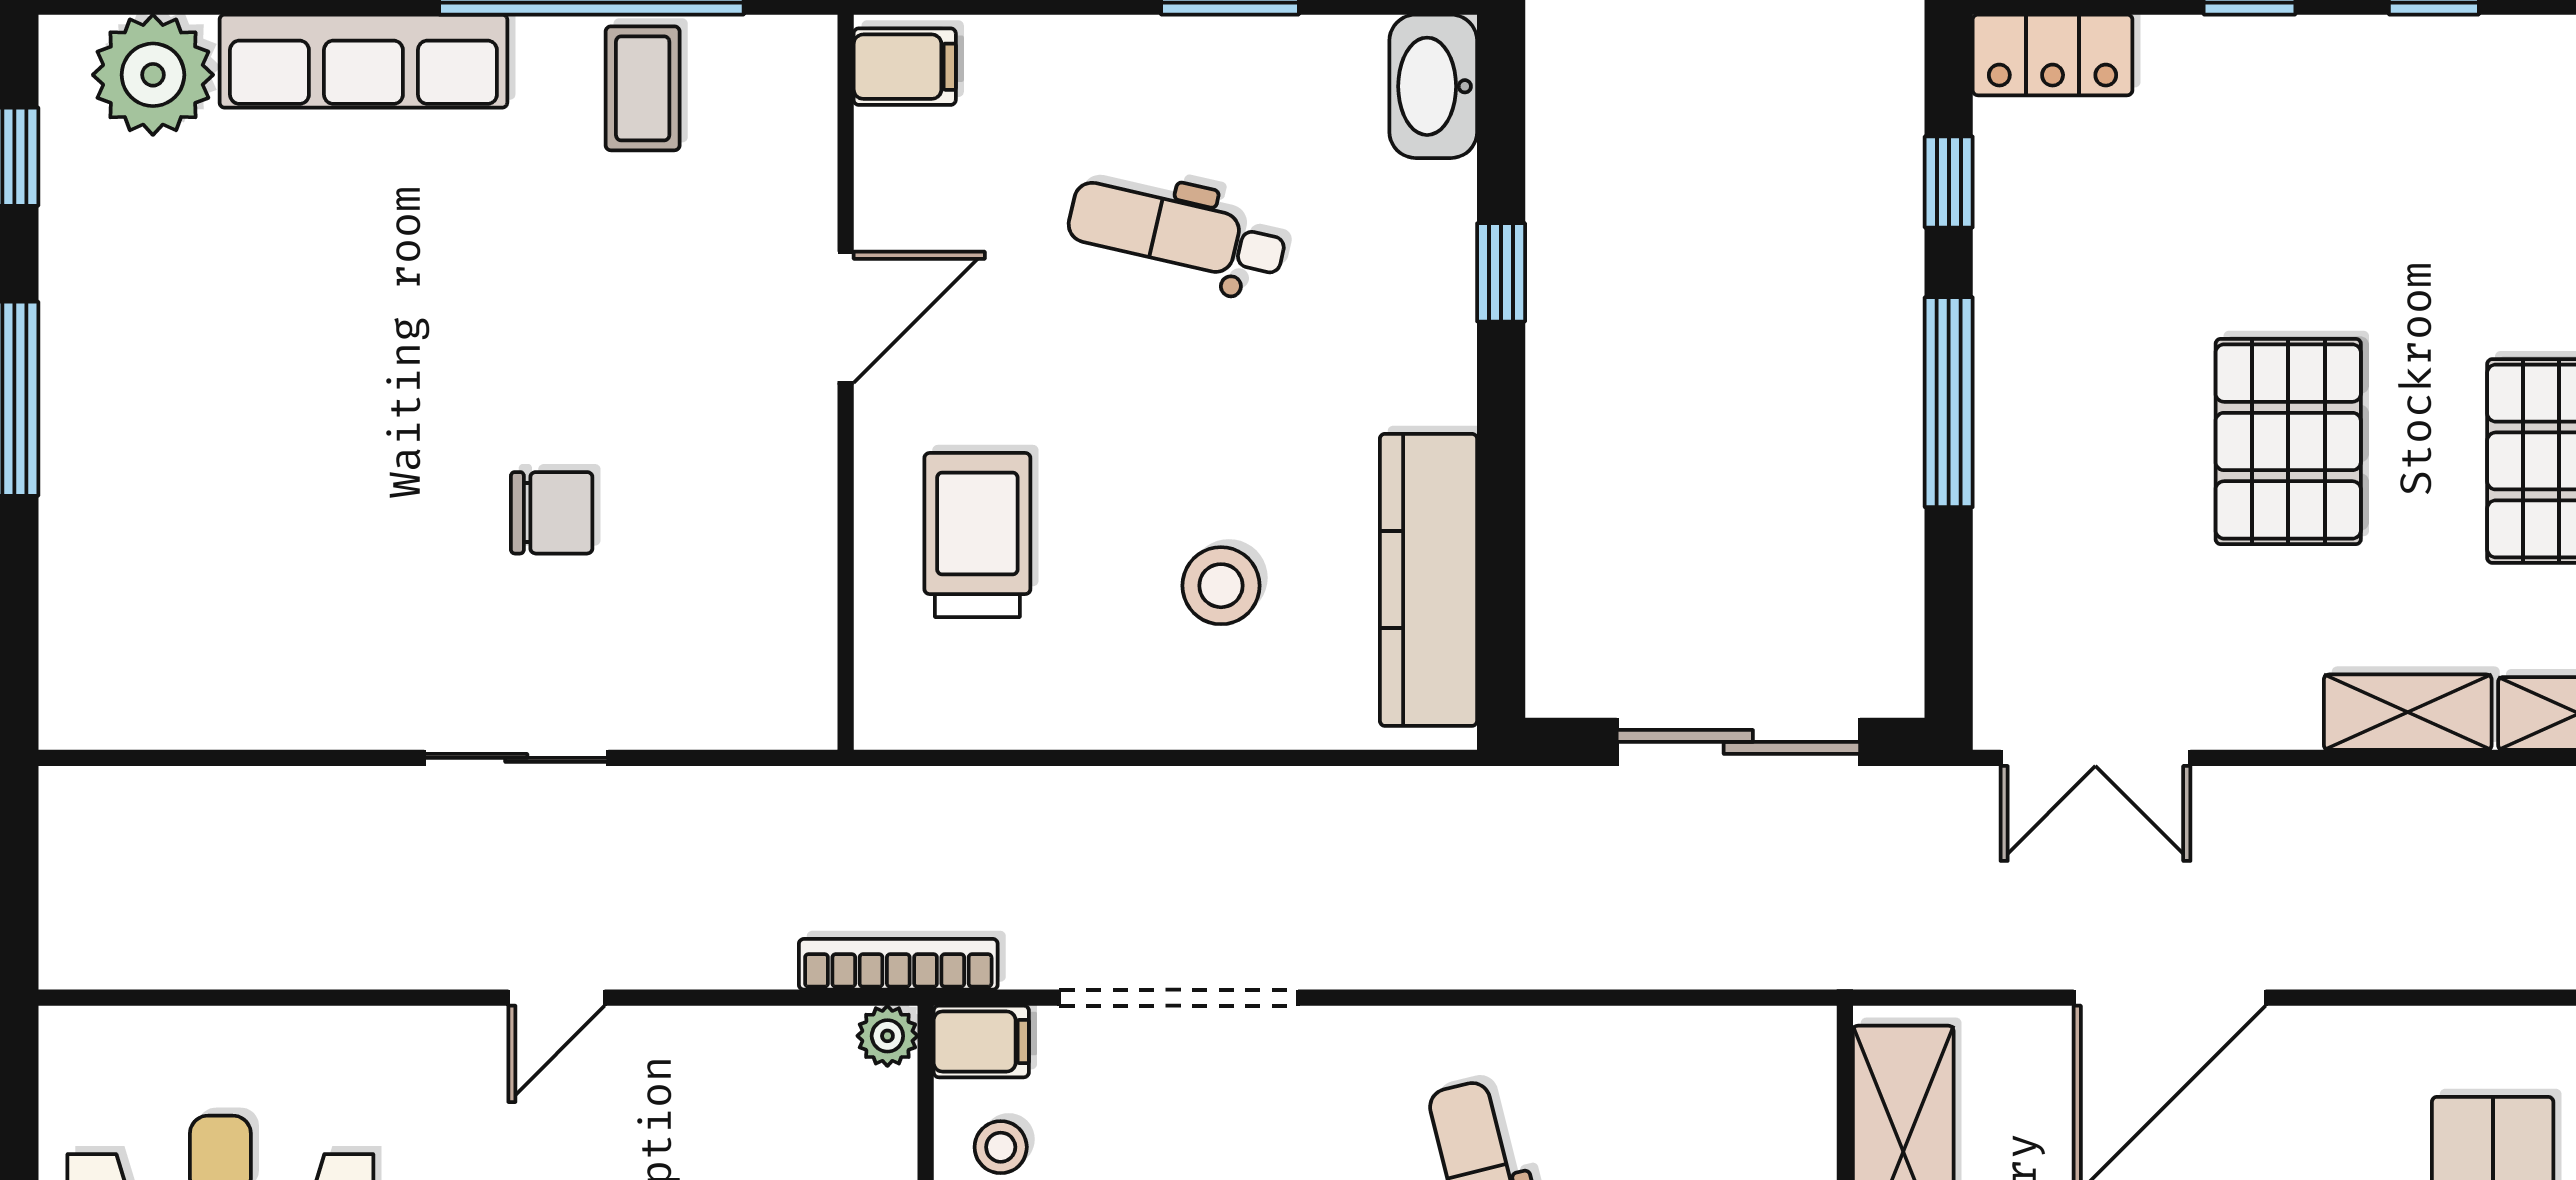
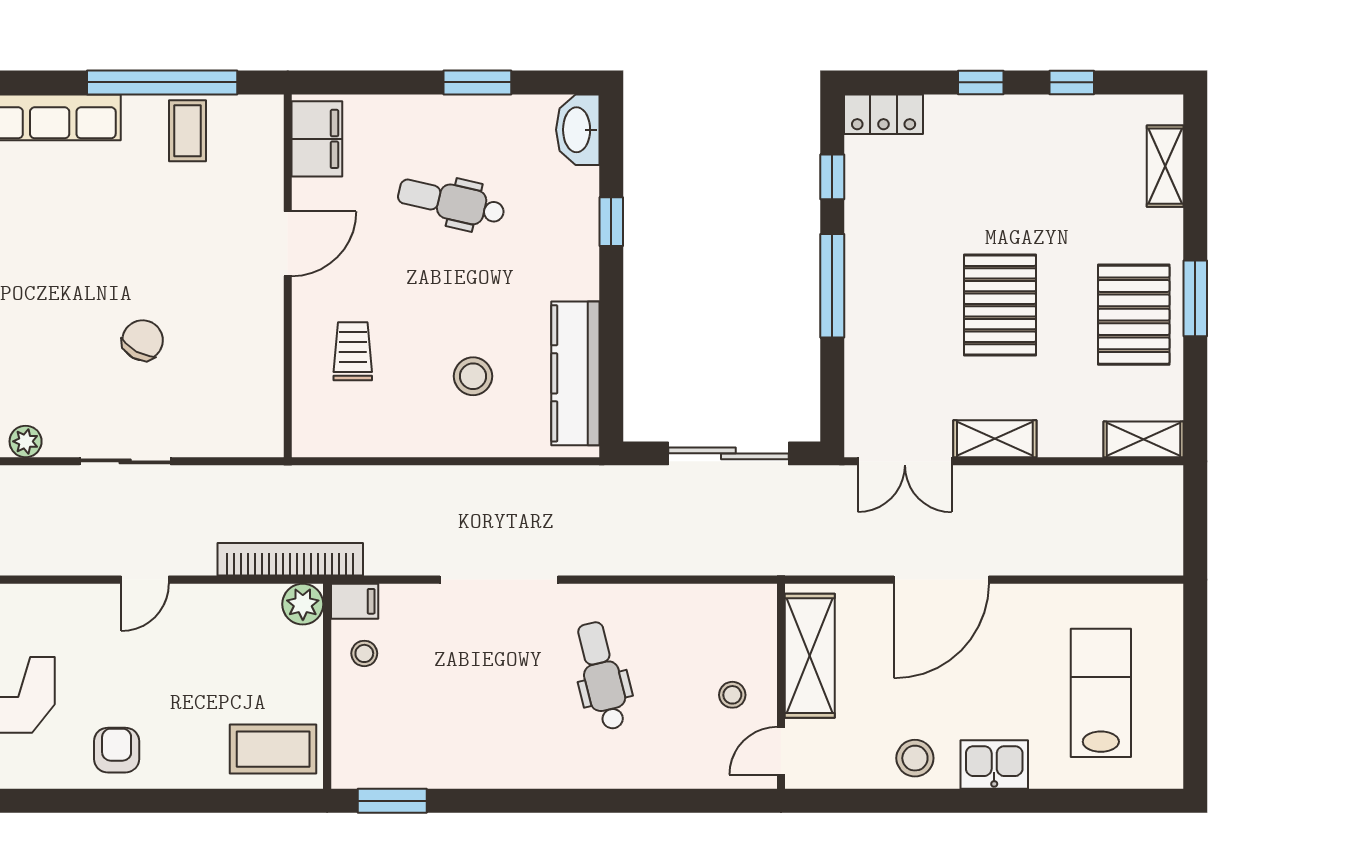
filing cabinet: (905, 67) -> (317, 139), width x2.00
chair: (552, 513) -> (143, 340), turned -61
trolley: (977, 535) -> (353, 351), width x0.73, depth x0.72
shelving: (2408, 712) -> (995, 439), moved
plant: (315, 718) -> (26, 441), added
bookcase: (898, 964) -> (290, 559), width x1.48, depth x1.31
doorway: (1179, 998) -> (499, 580), moved
plant: (887, 1036) -> (303, 604), width x1.38, depth x1.38

